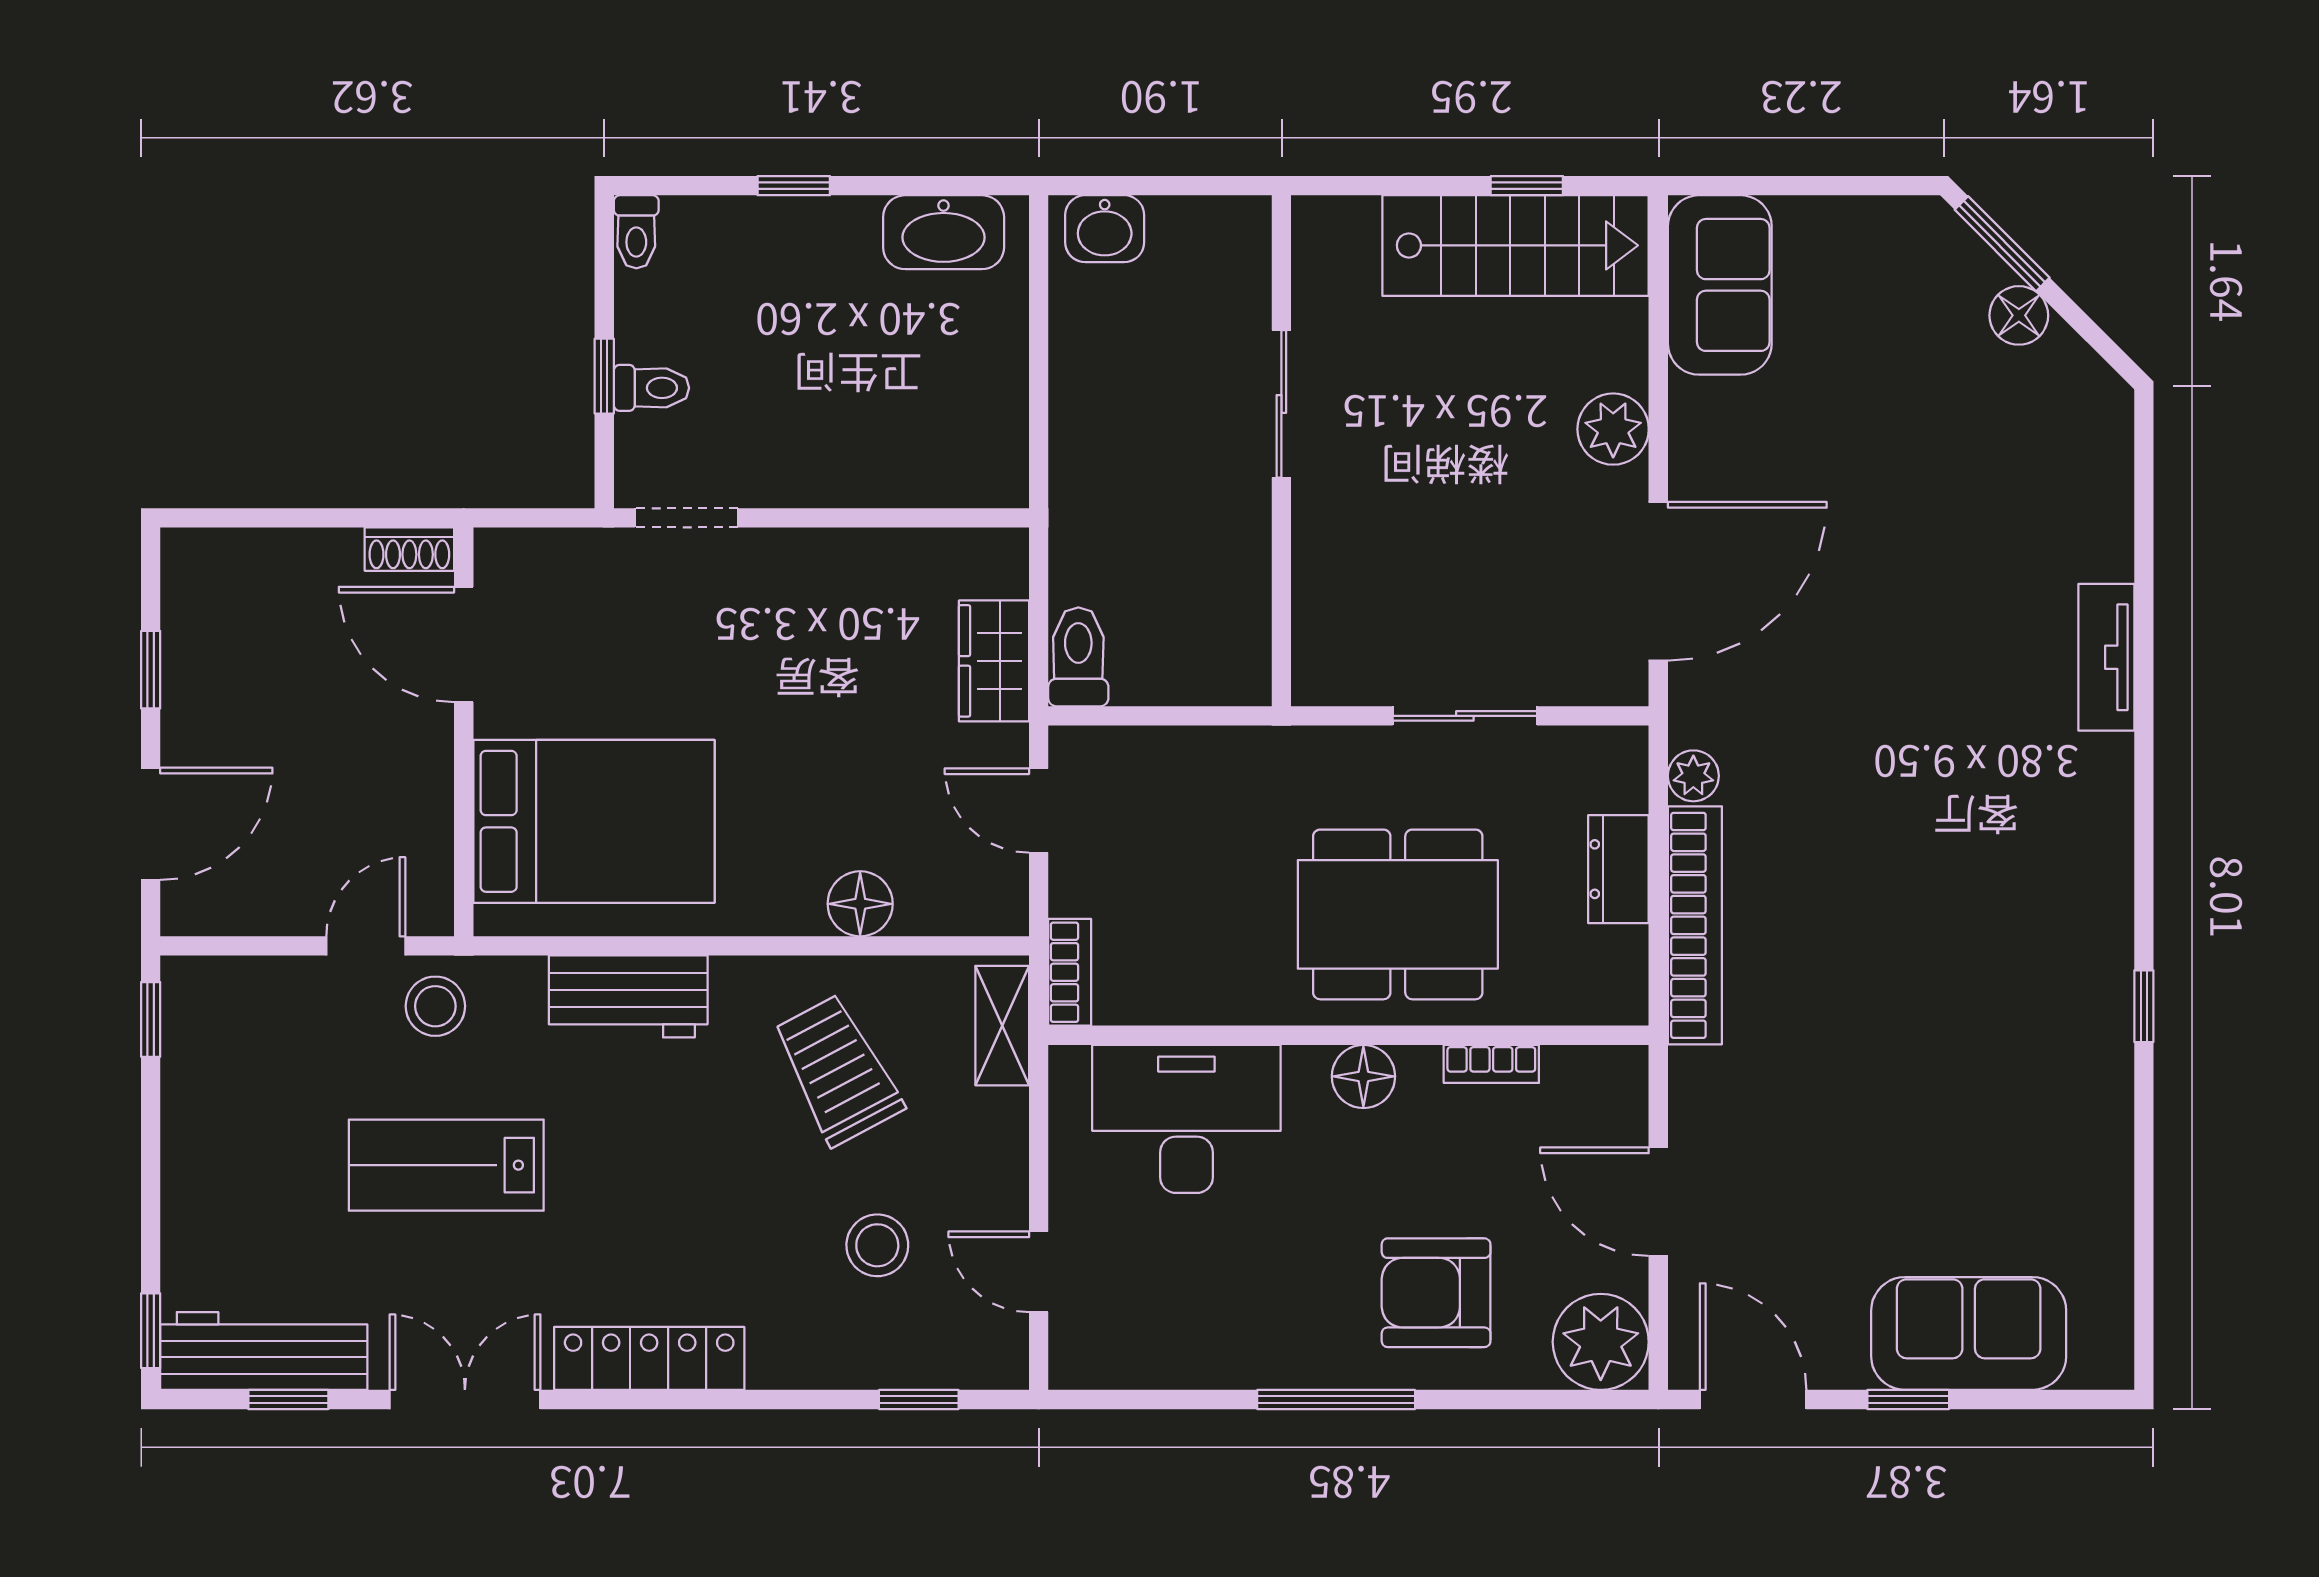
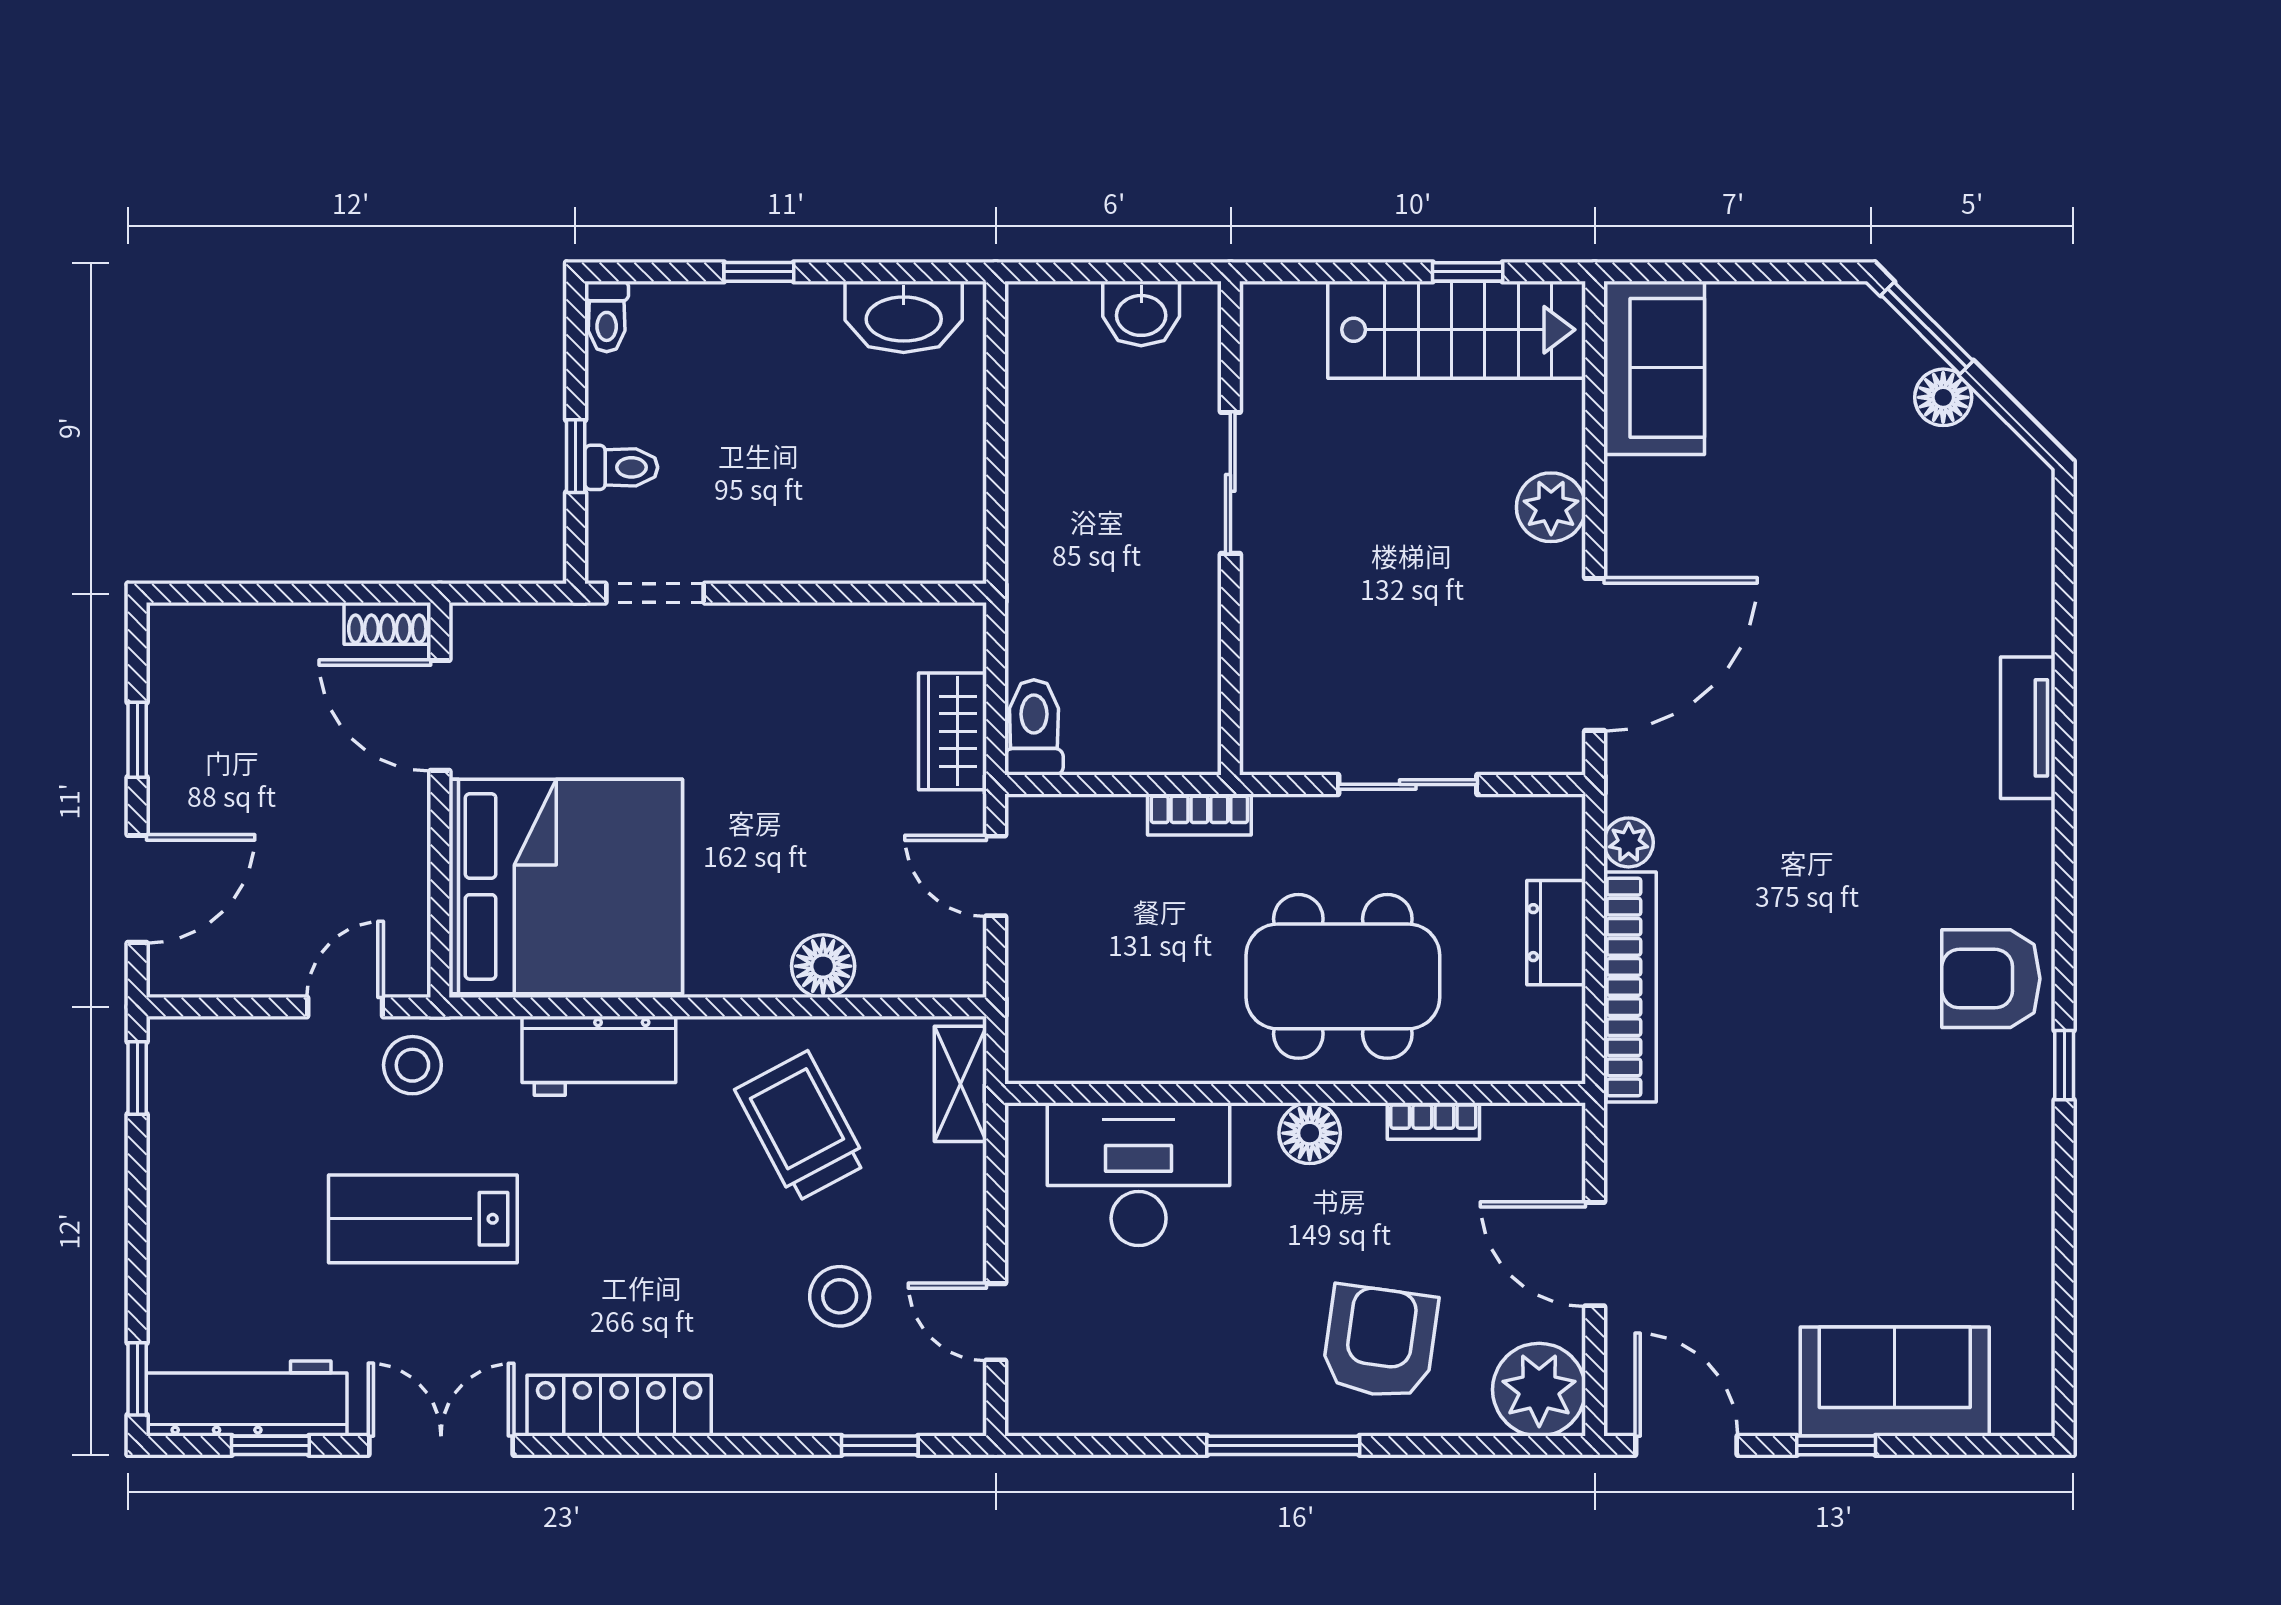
washbasin: (1105, 229) -> (1141, 314), moved
bed: (594, 821) -> (566, 886), width x1.36
armchair: (2068, 917) -> (1991, 979), added
bookcase: (1070, 972) -> (1199, 814), moved, turned 90
armchair: (1436, 1293) -> (1380, 1342), turned 98

